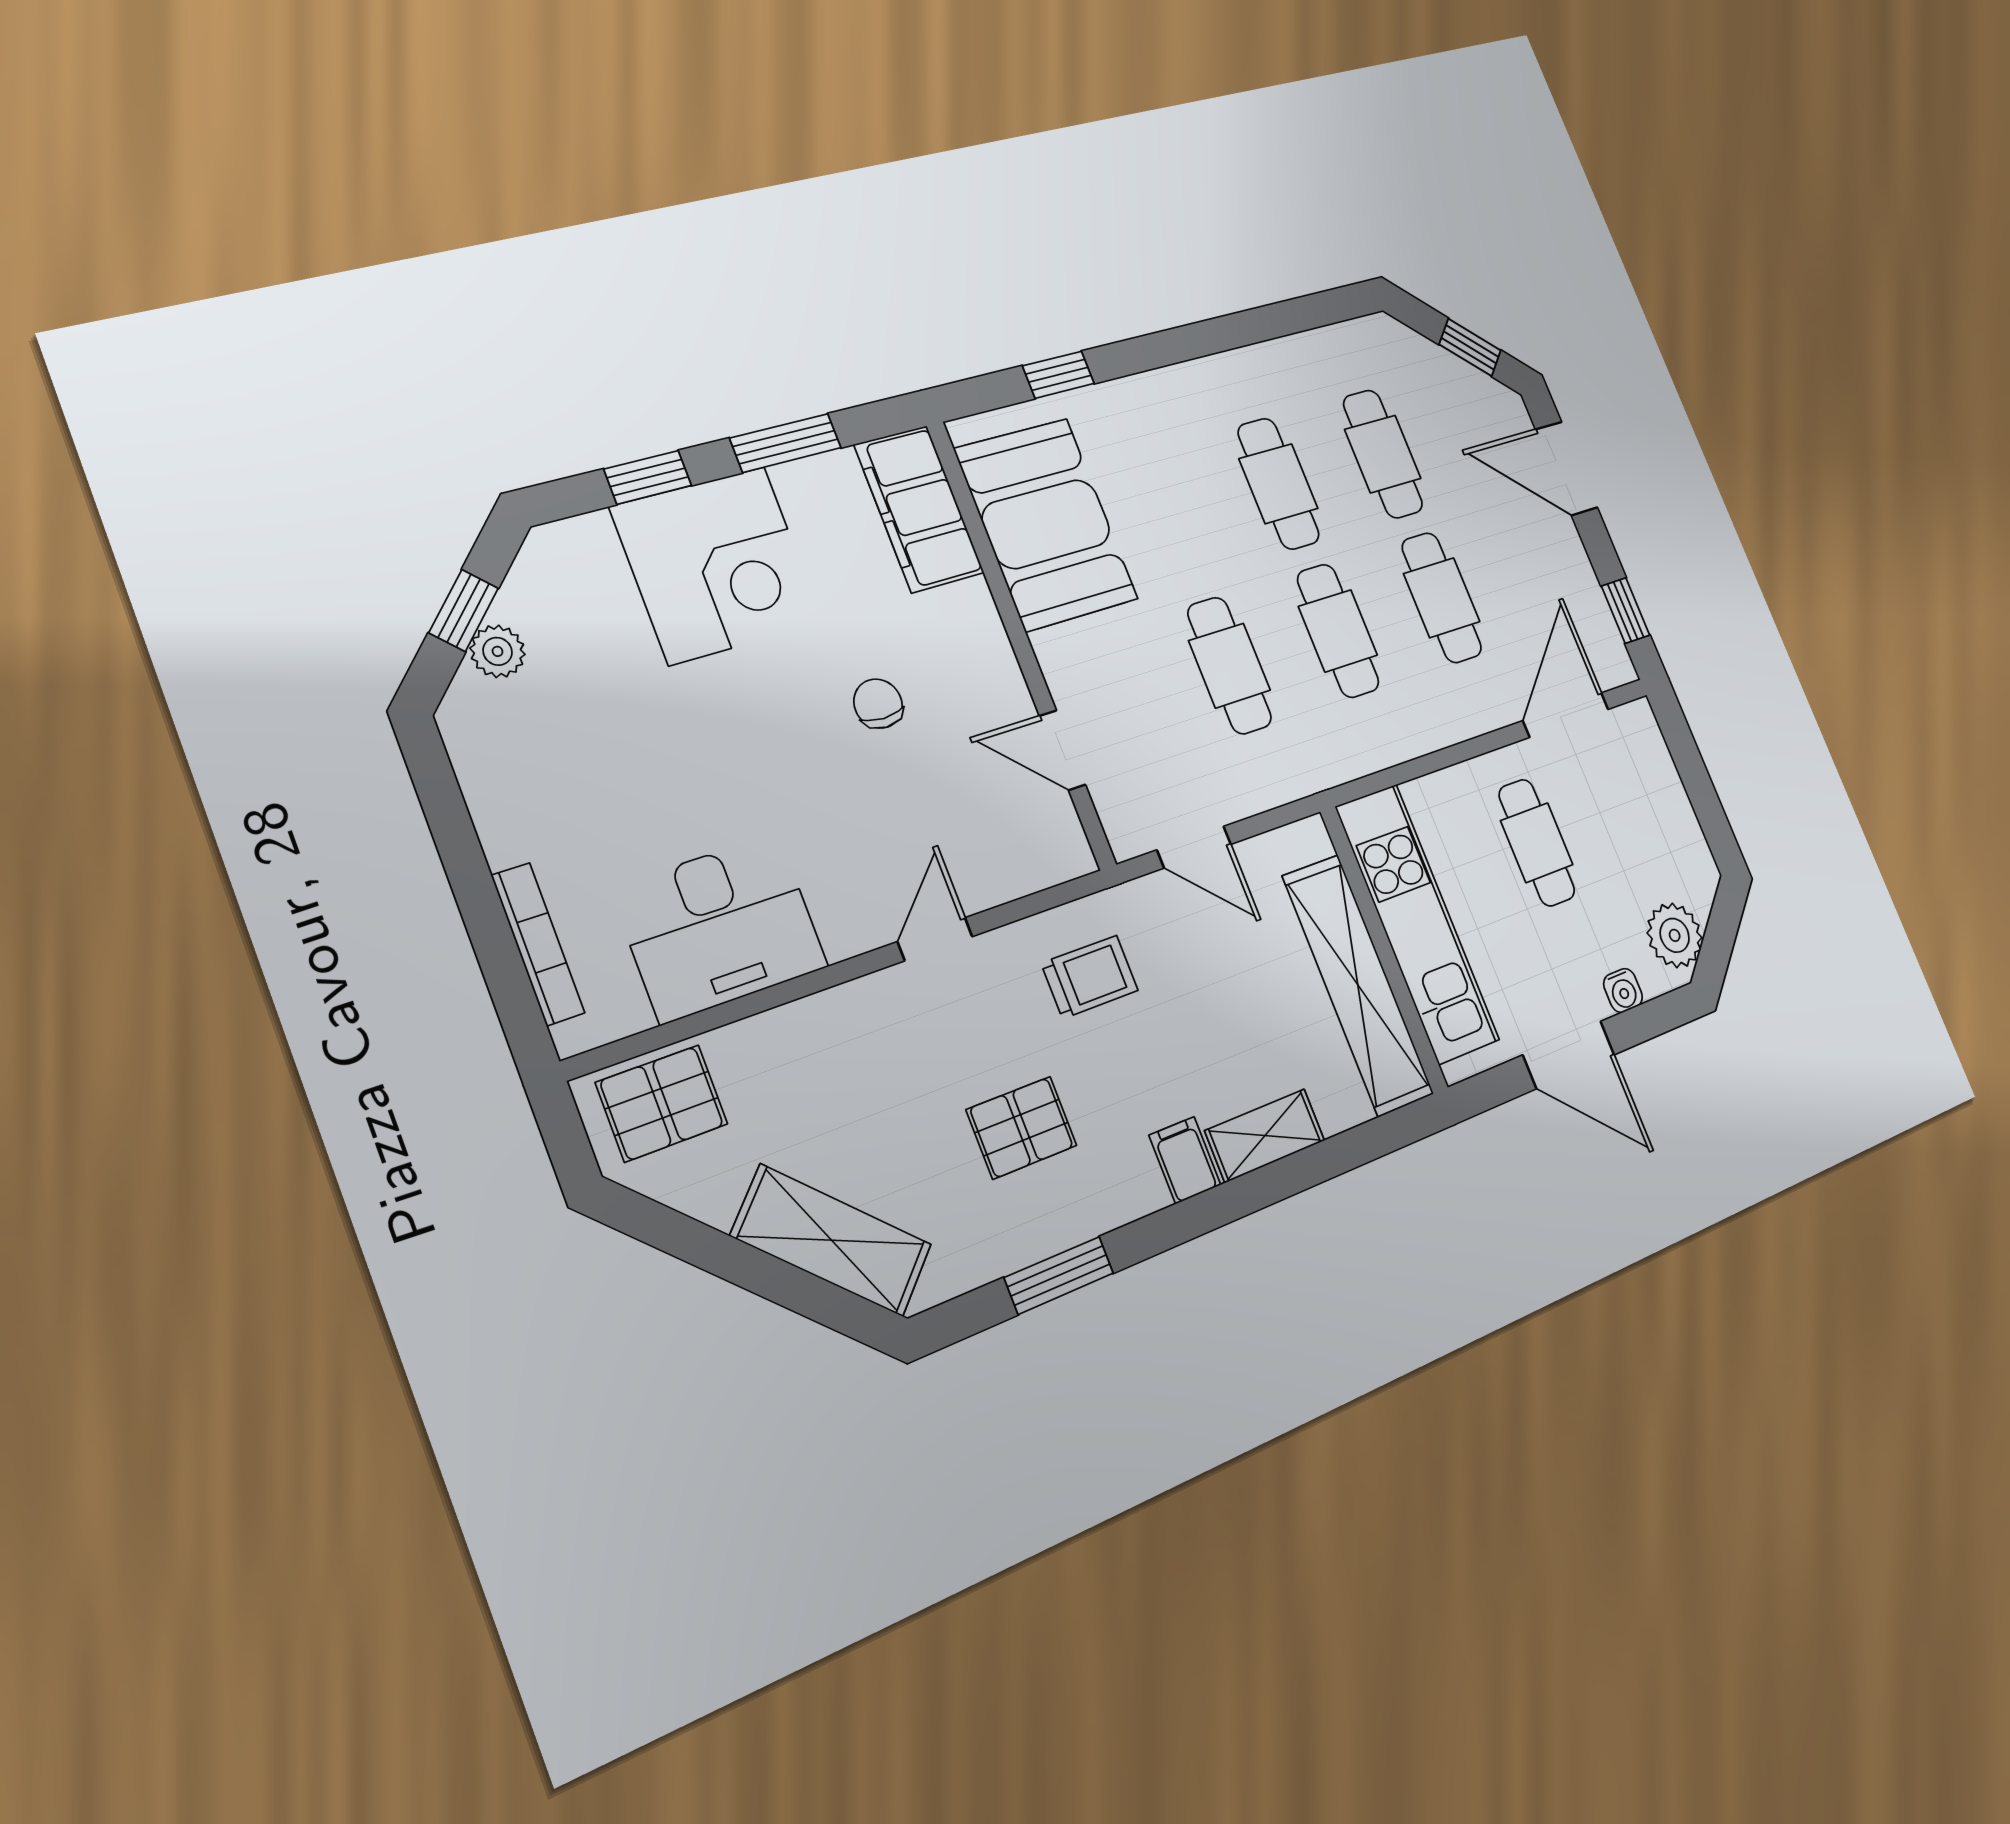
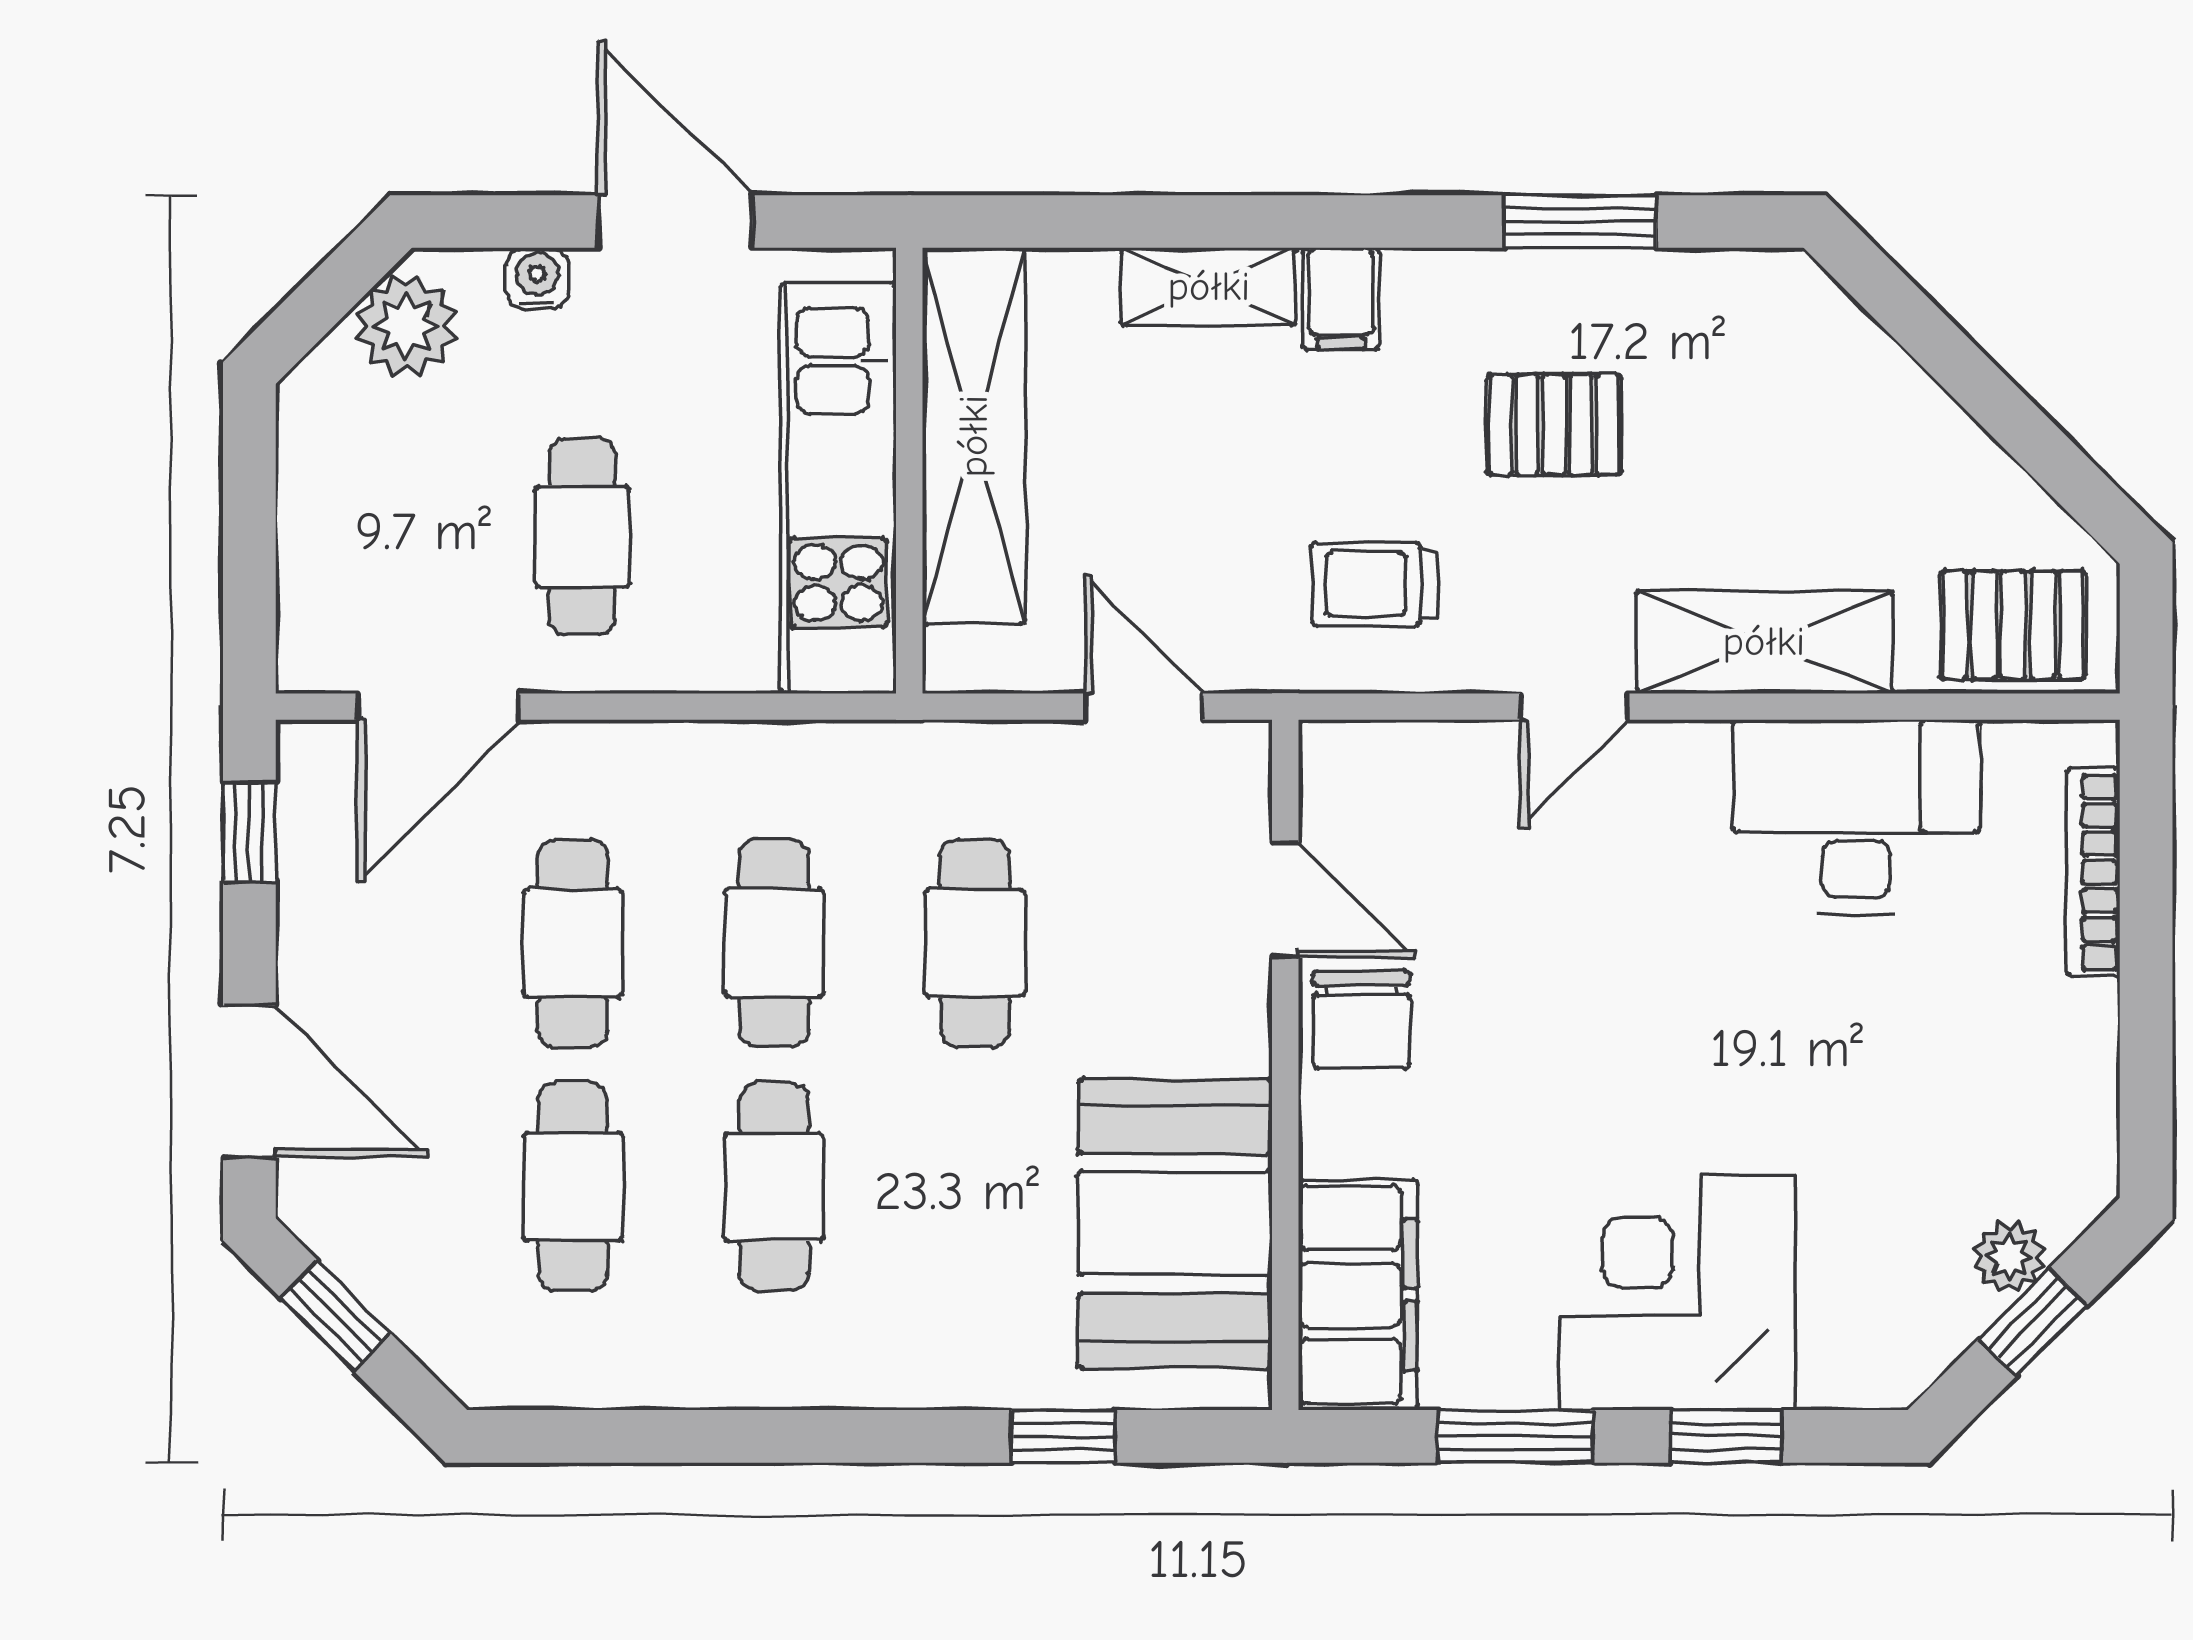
chair: (878, 704) -> (1361, 1019), moved, width x1.37, depth x1.37
shelving: (832, 1240) -> (1764, 642), moved, turned -45

